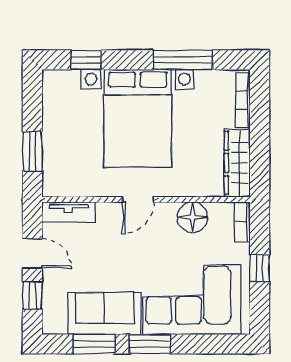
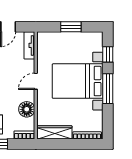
window: (183, 60) -> (108, 89), moved
window: (32, 151) -> (71, 27), moved
door: (138, 200) -> (36, 81), hinge flipped

